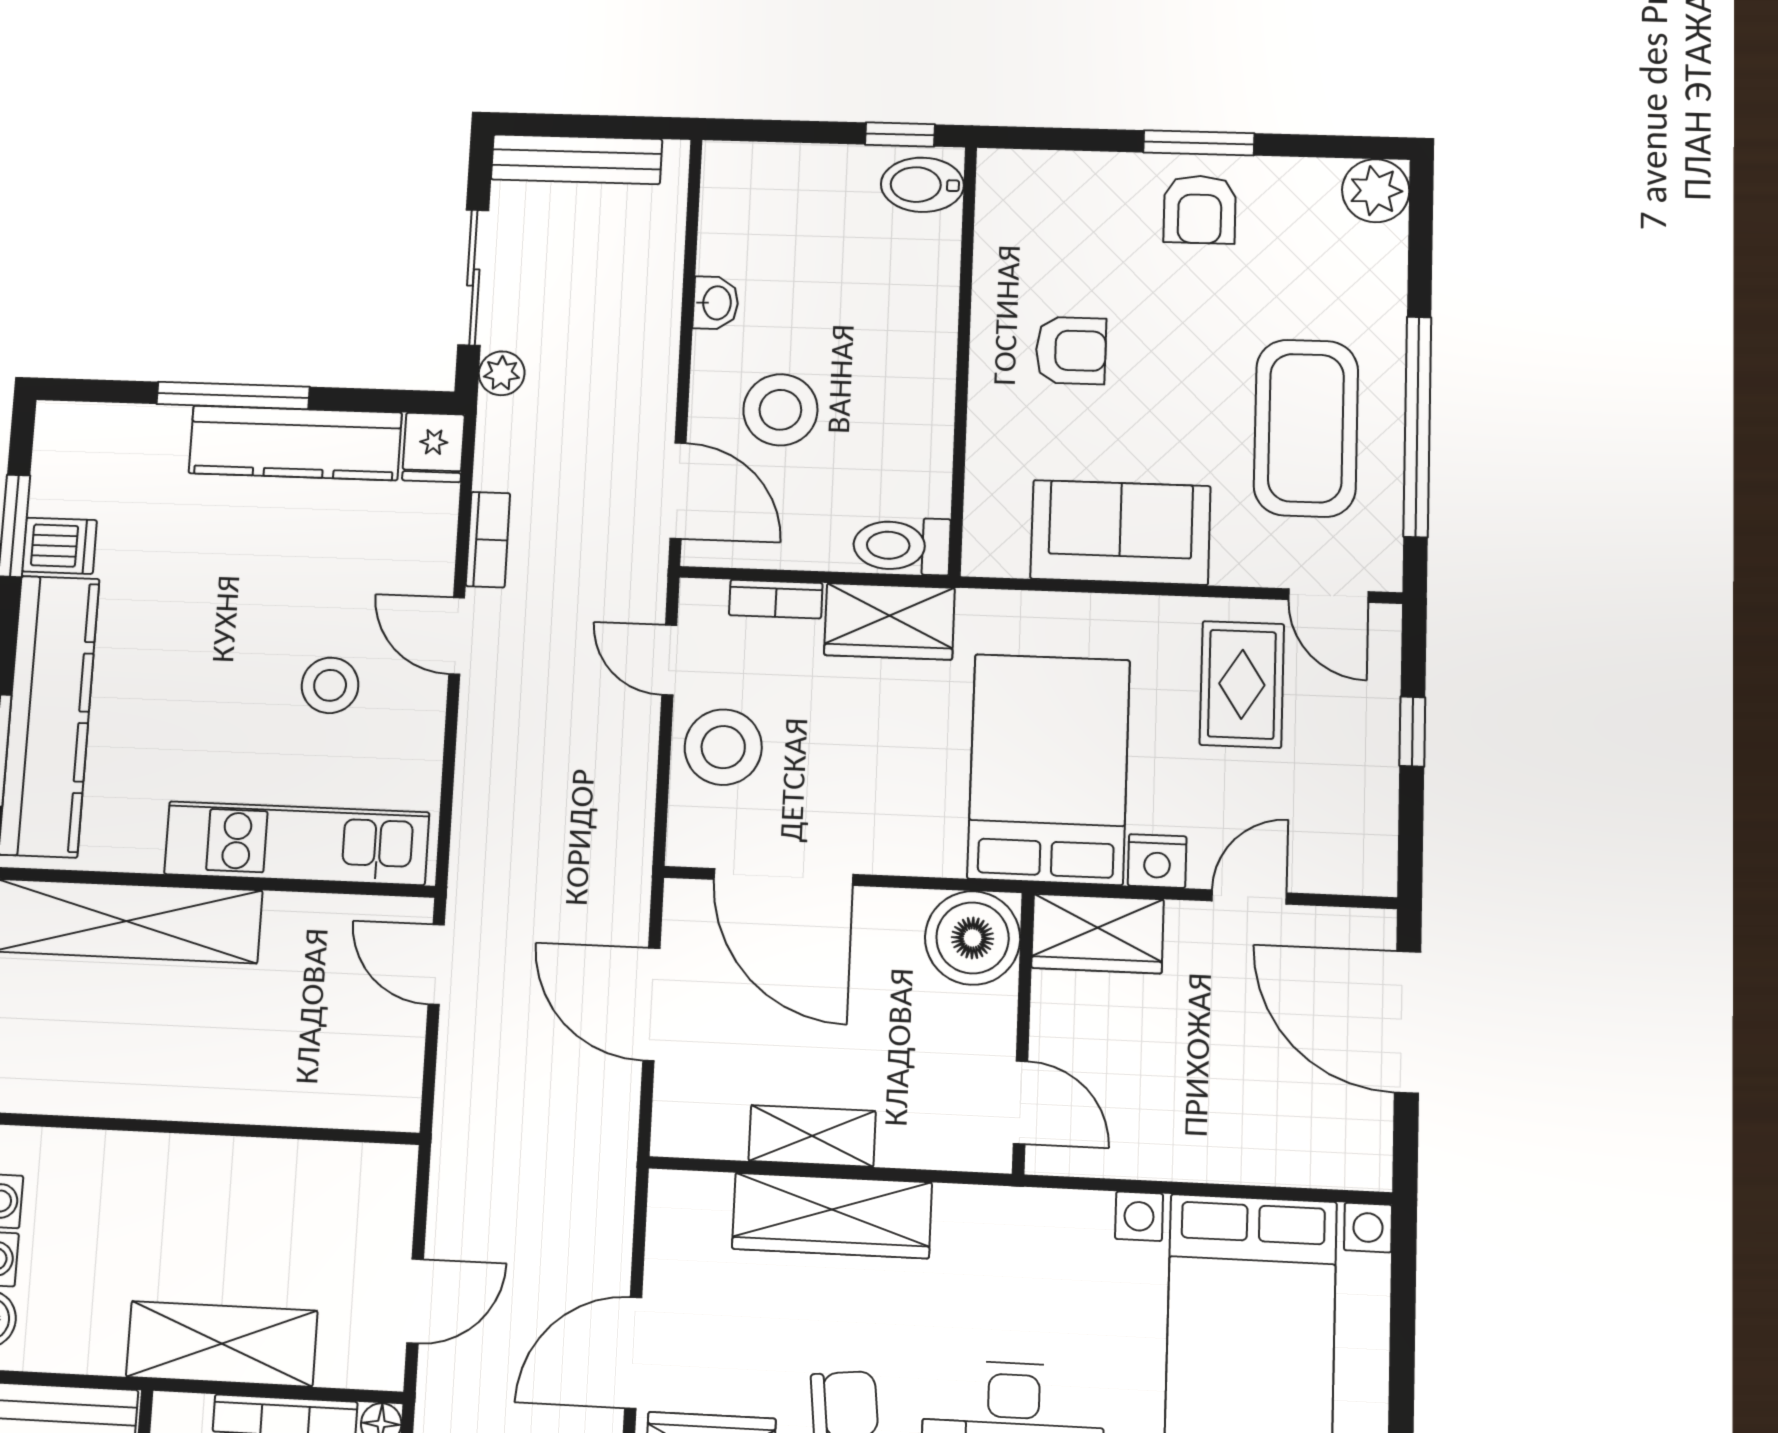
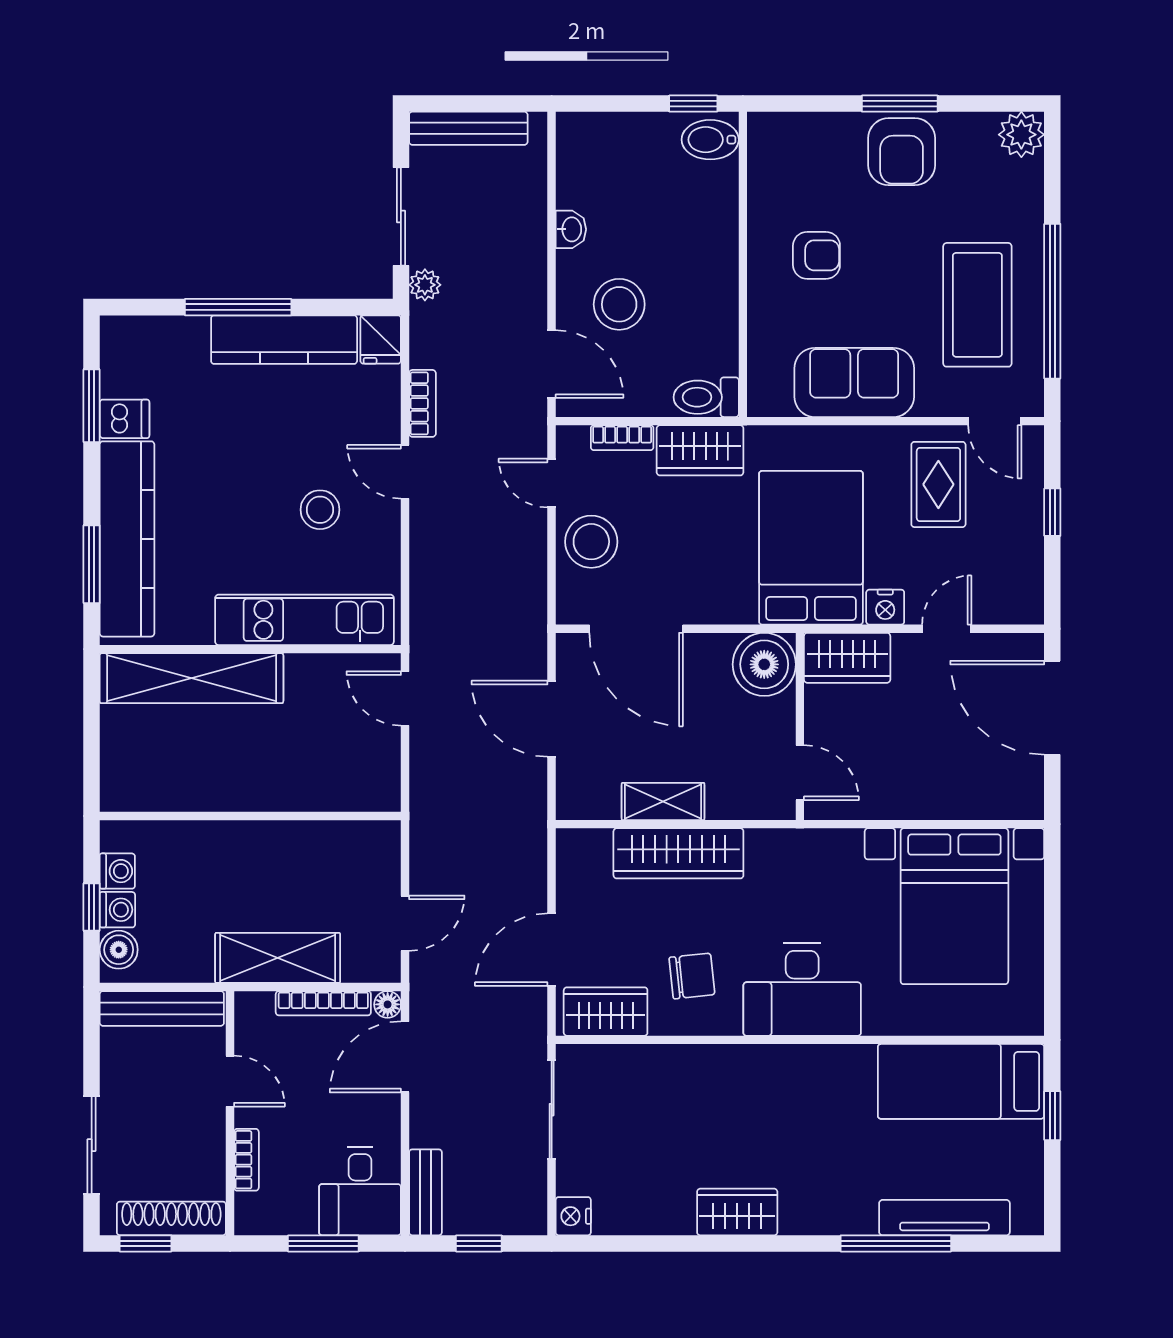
armchair: (1200, 209) -> (902, 152), width x1.38, depth x1.38

